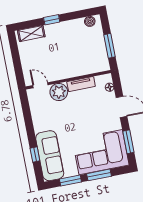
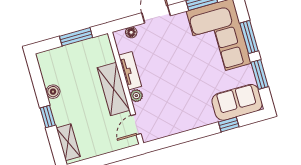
boiler: (90, 21) -> (53, 92), moved
shelving: (68, 71) -> (113, 89), added
plant: (59, 92) -> (136, 96), width x0.53, depth x0.53
sofa: (50, 156) -> (237, 102), width x0.73

